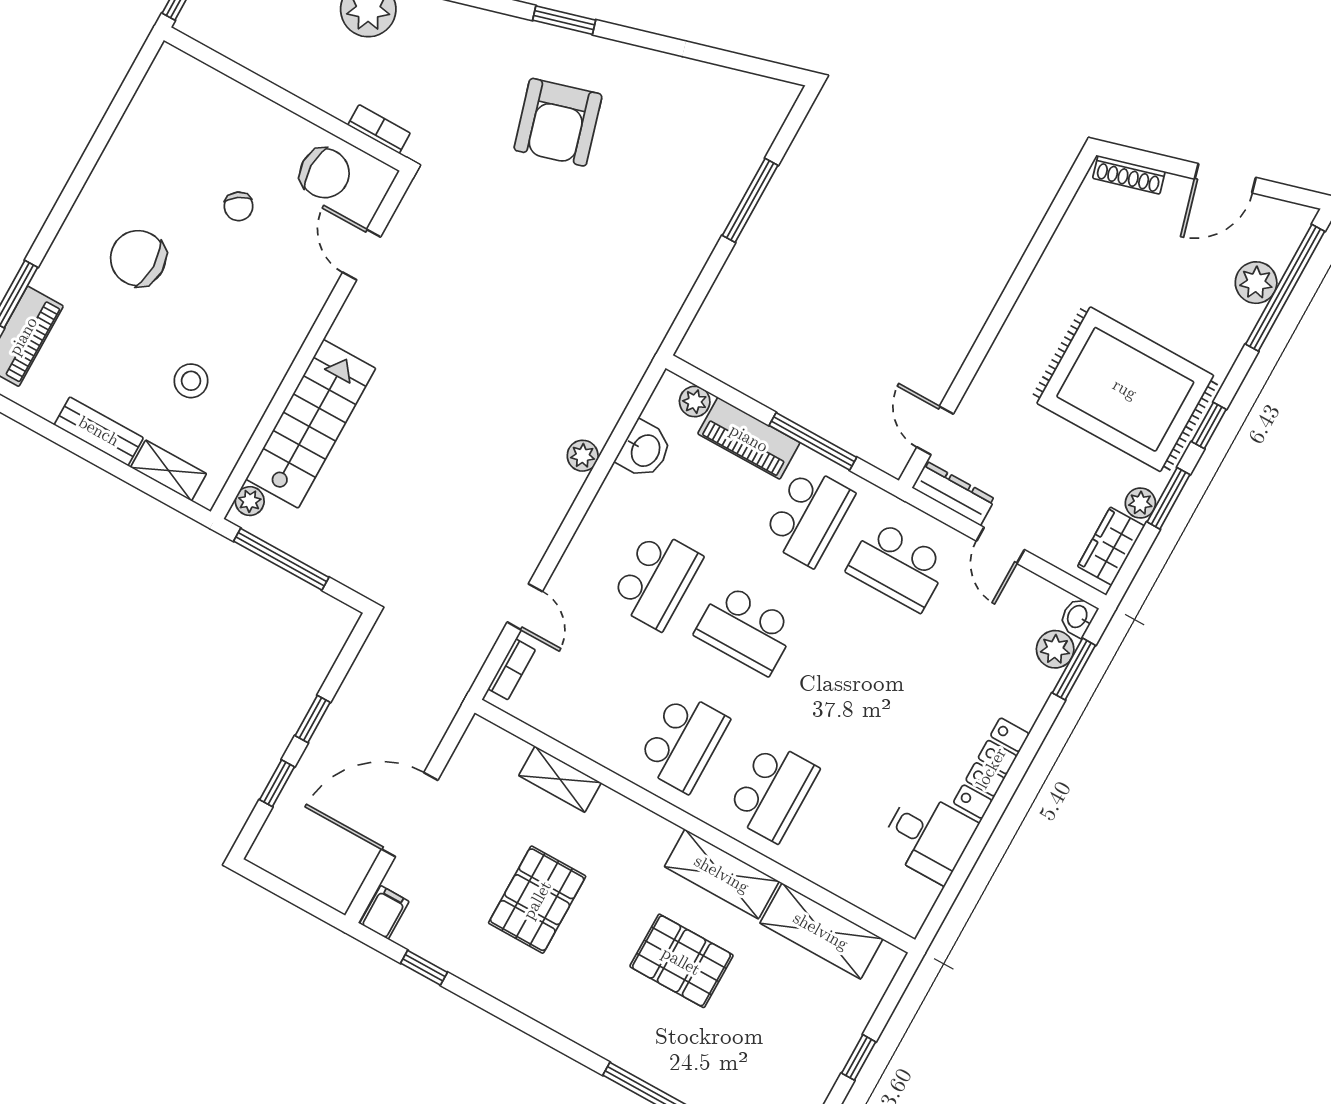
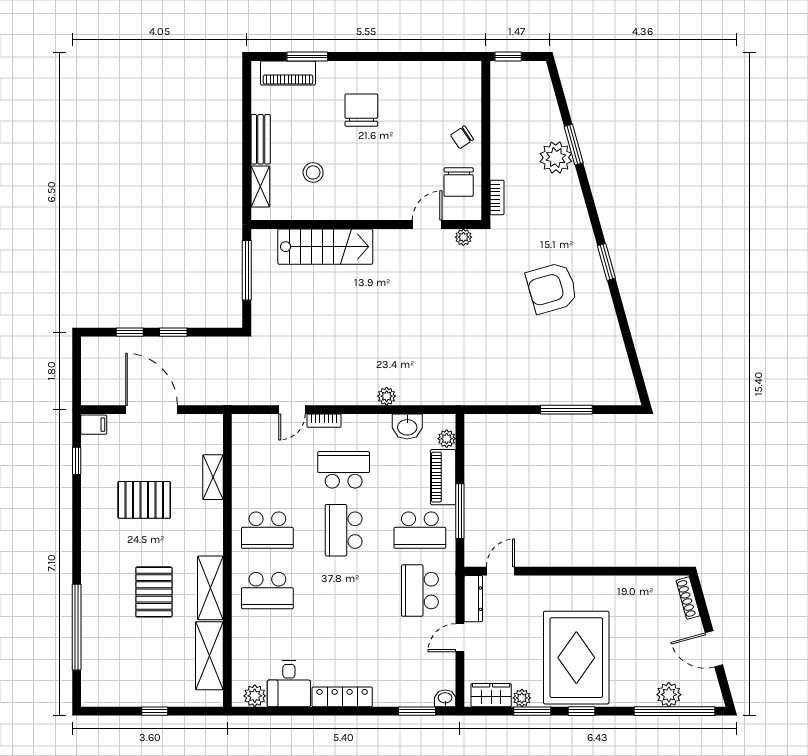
chair: (239, 206) -> (462, 137), moved
plant: (250, 501) -> (463, 237), moved
school desk: (656, 580) -> (344, 470), turned 180
plant: (1055, 649) -> (255, 696), moved
bookcase: (512, 669) -> (324, 421), moved

